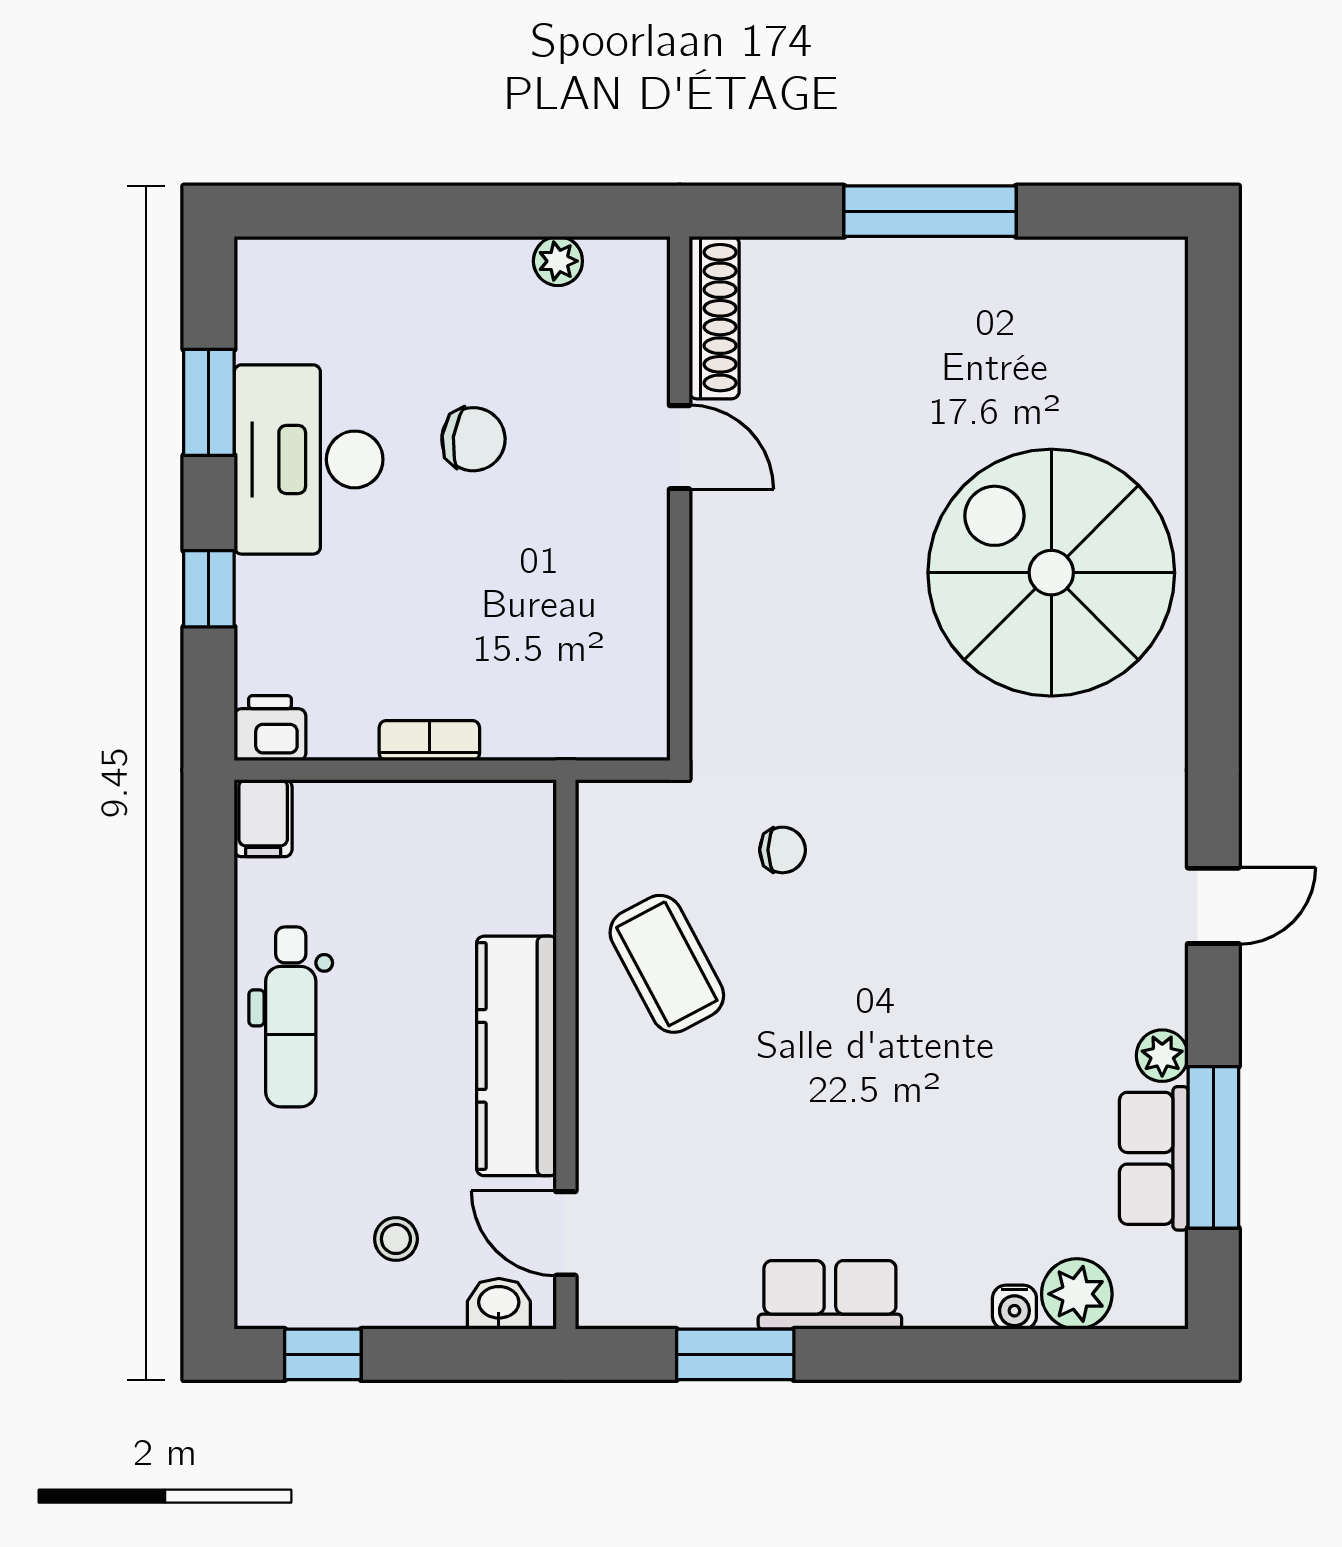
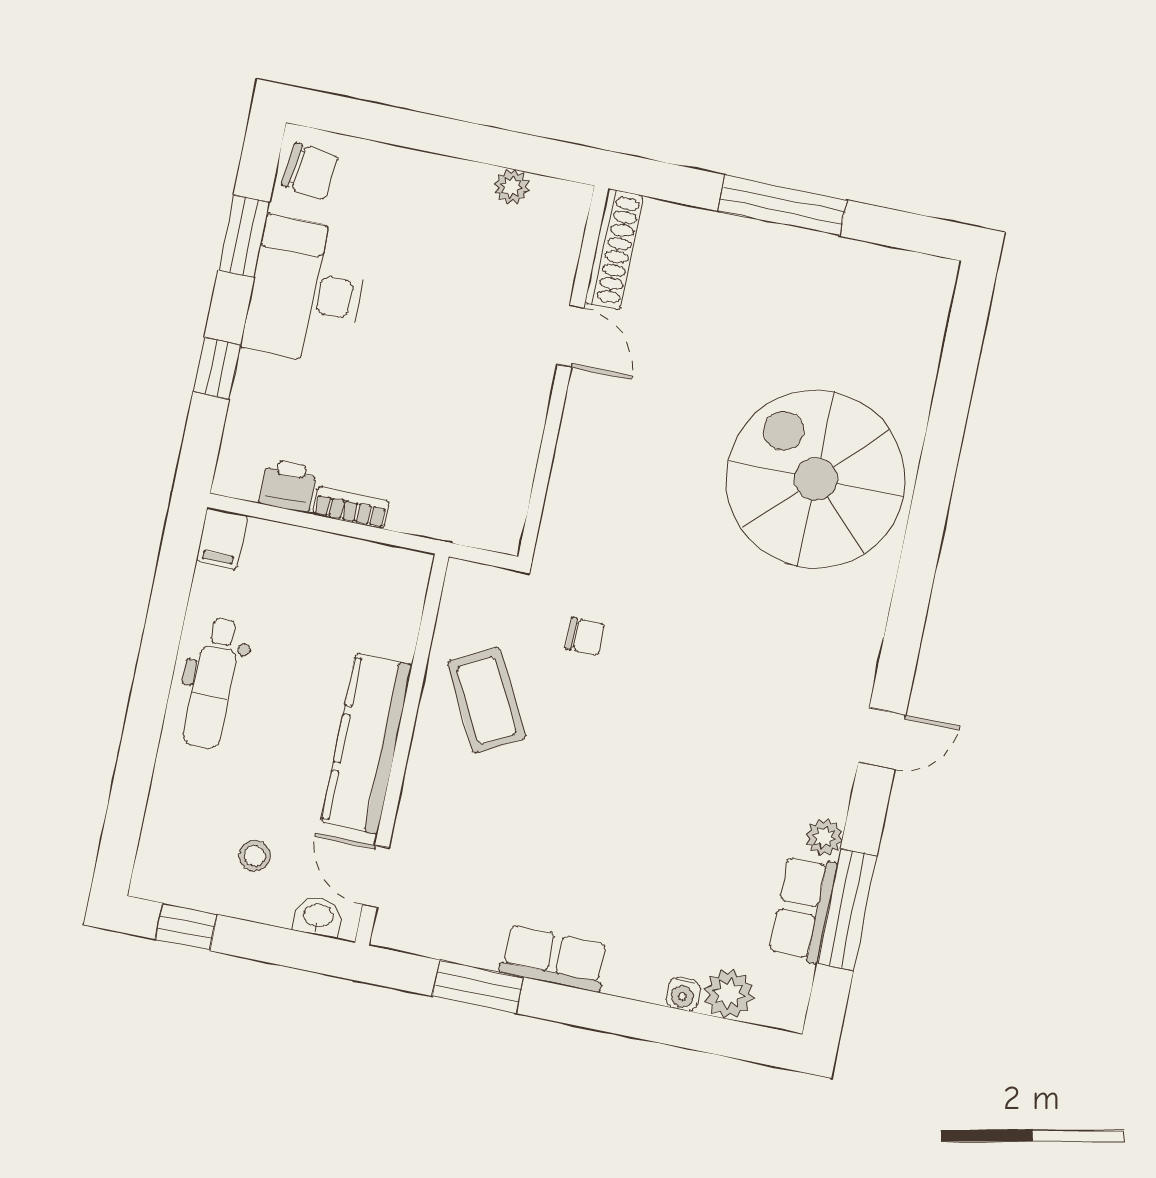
chair: (473, 439) -> (310, 171), moved
printer: (270, 728) -> (288, 486), moved

